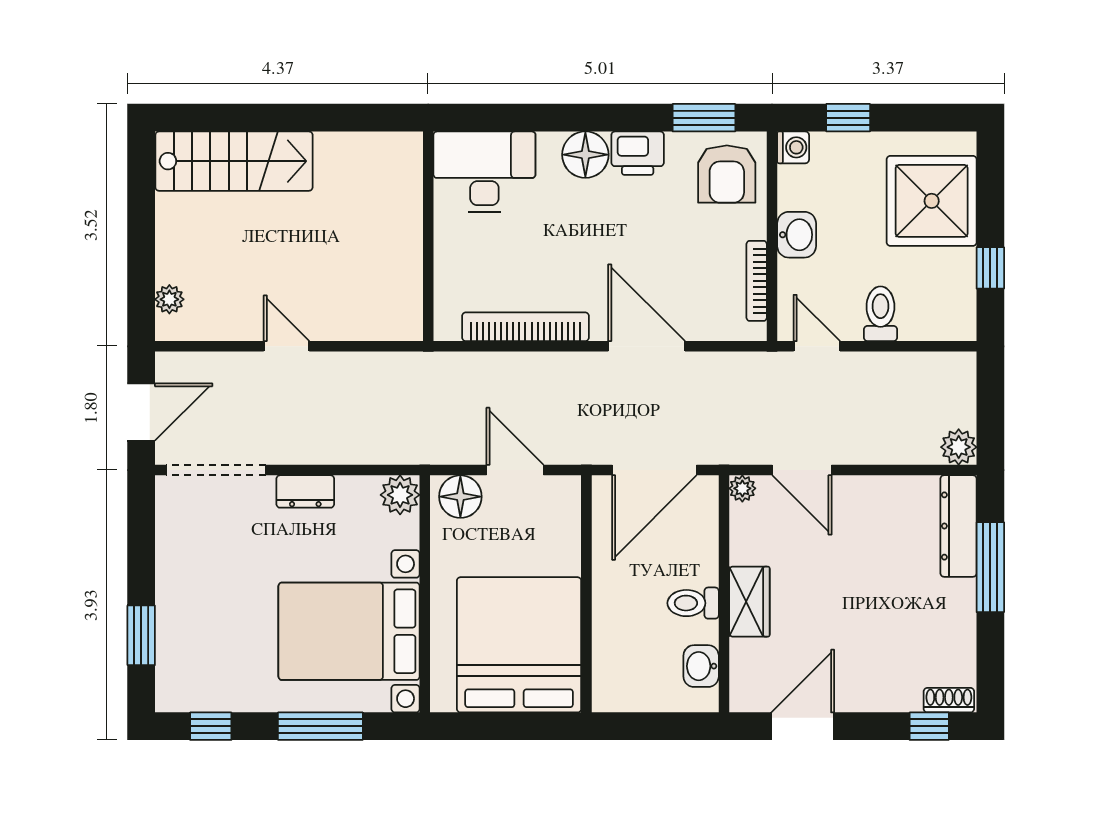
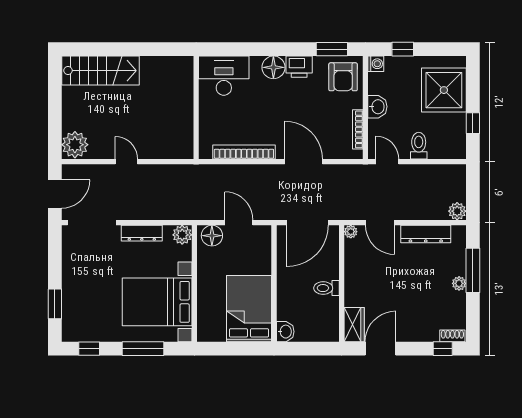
plant: (169, 299) -> (75, 145), width x1.88, depth x1.88
dresser: (305, 491) -> (142, 233), width x1.44
dresser: (958, 526) -> (426, 234), moved, turned -90
plant: (962, 594) -> (459, 283), added
wardrobe: (749, 602) -> (354, 325), moved
bed: (519, 645) -> (249, 309), width x0.73
washbasin: (701, 666) -> (285, 332), moved, turned 180

